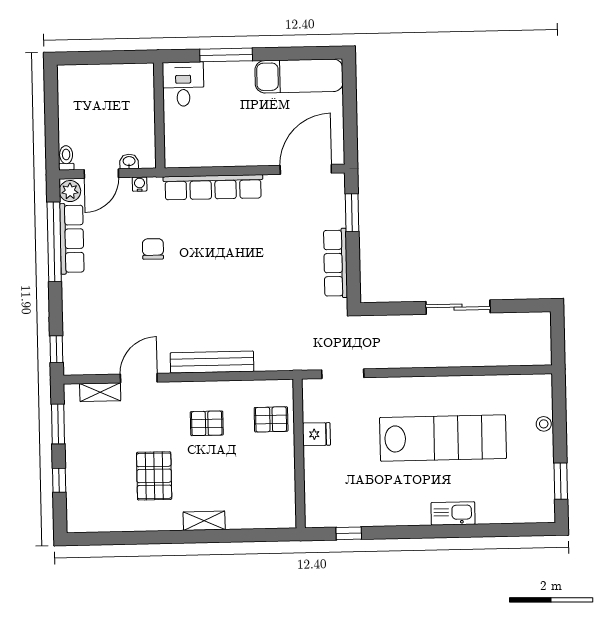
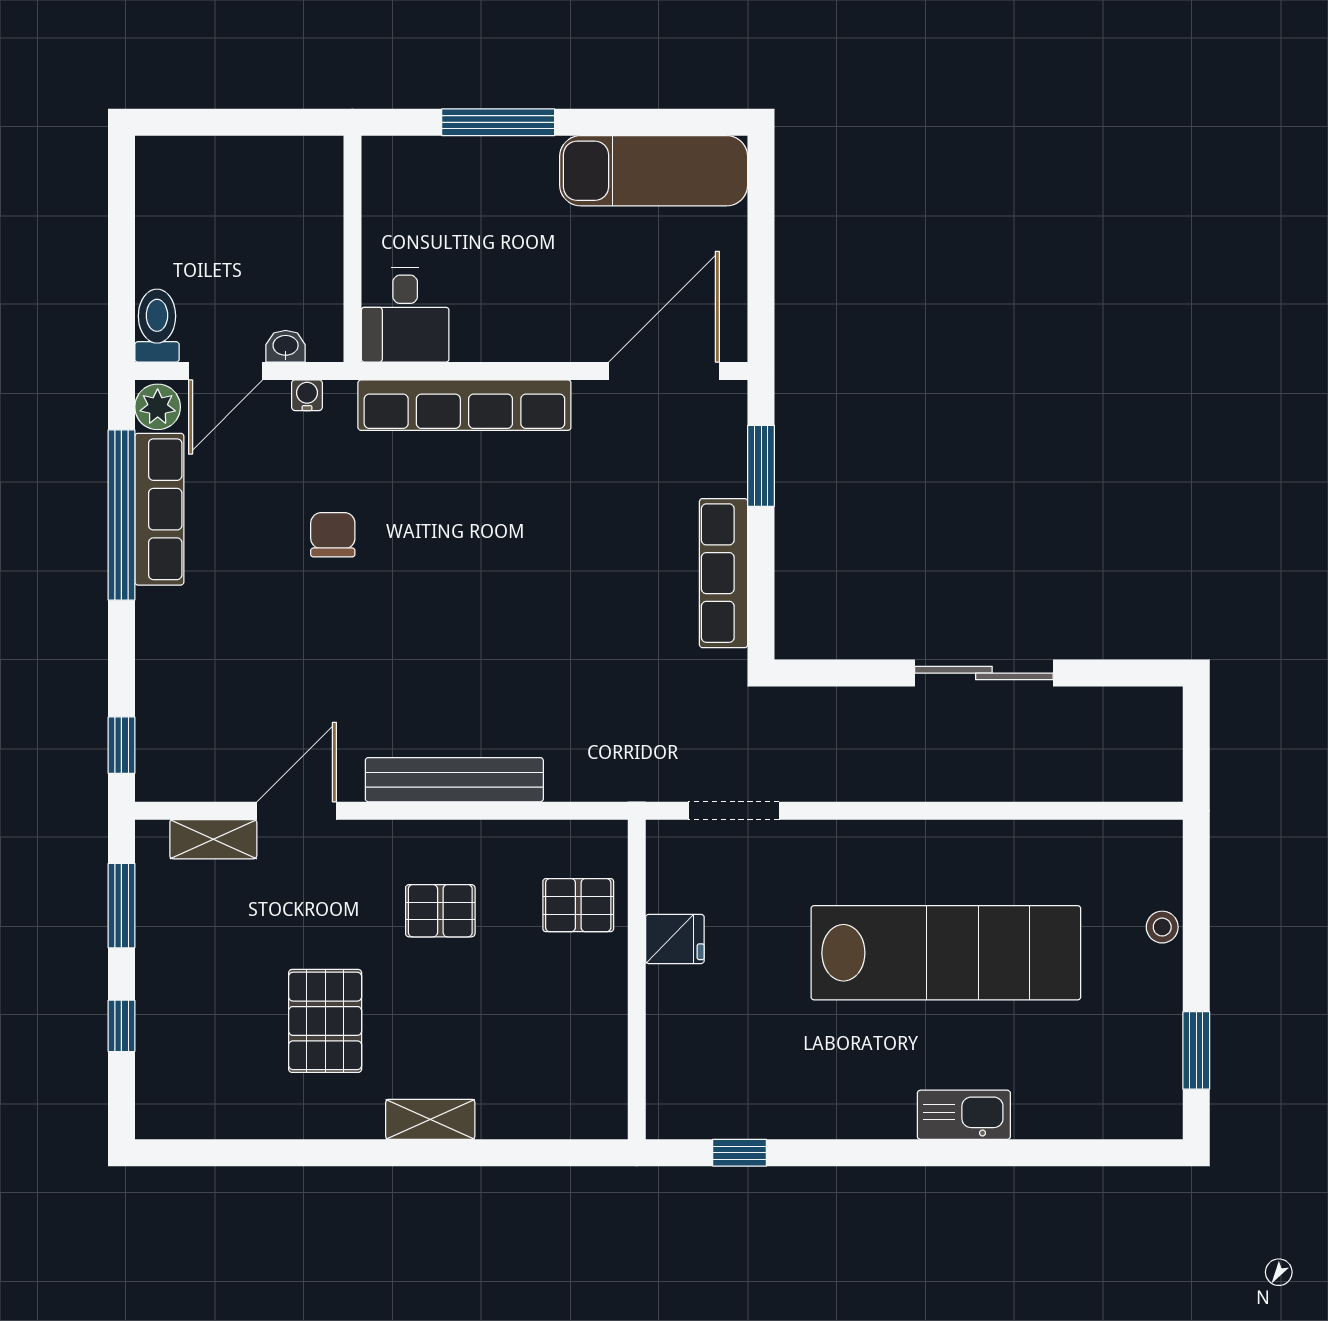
desk: (183, 84) -> (405, 315), moved, turned 180
toilet: (66, 158) -> (157, 326), width x1.37, depth x1.39

